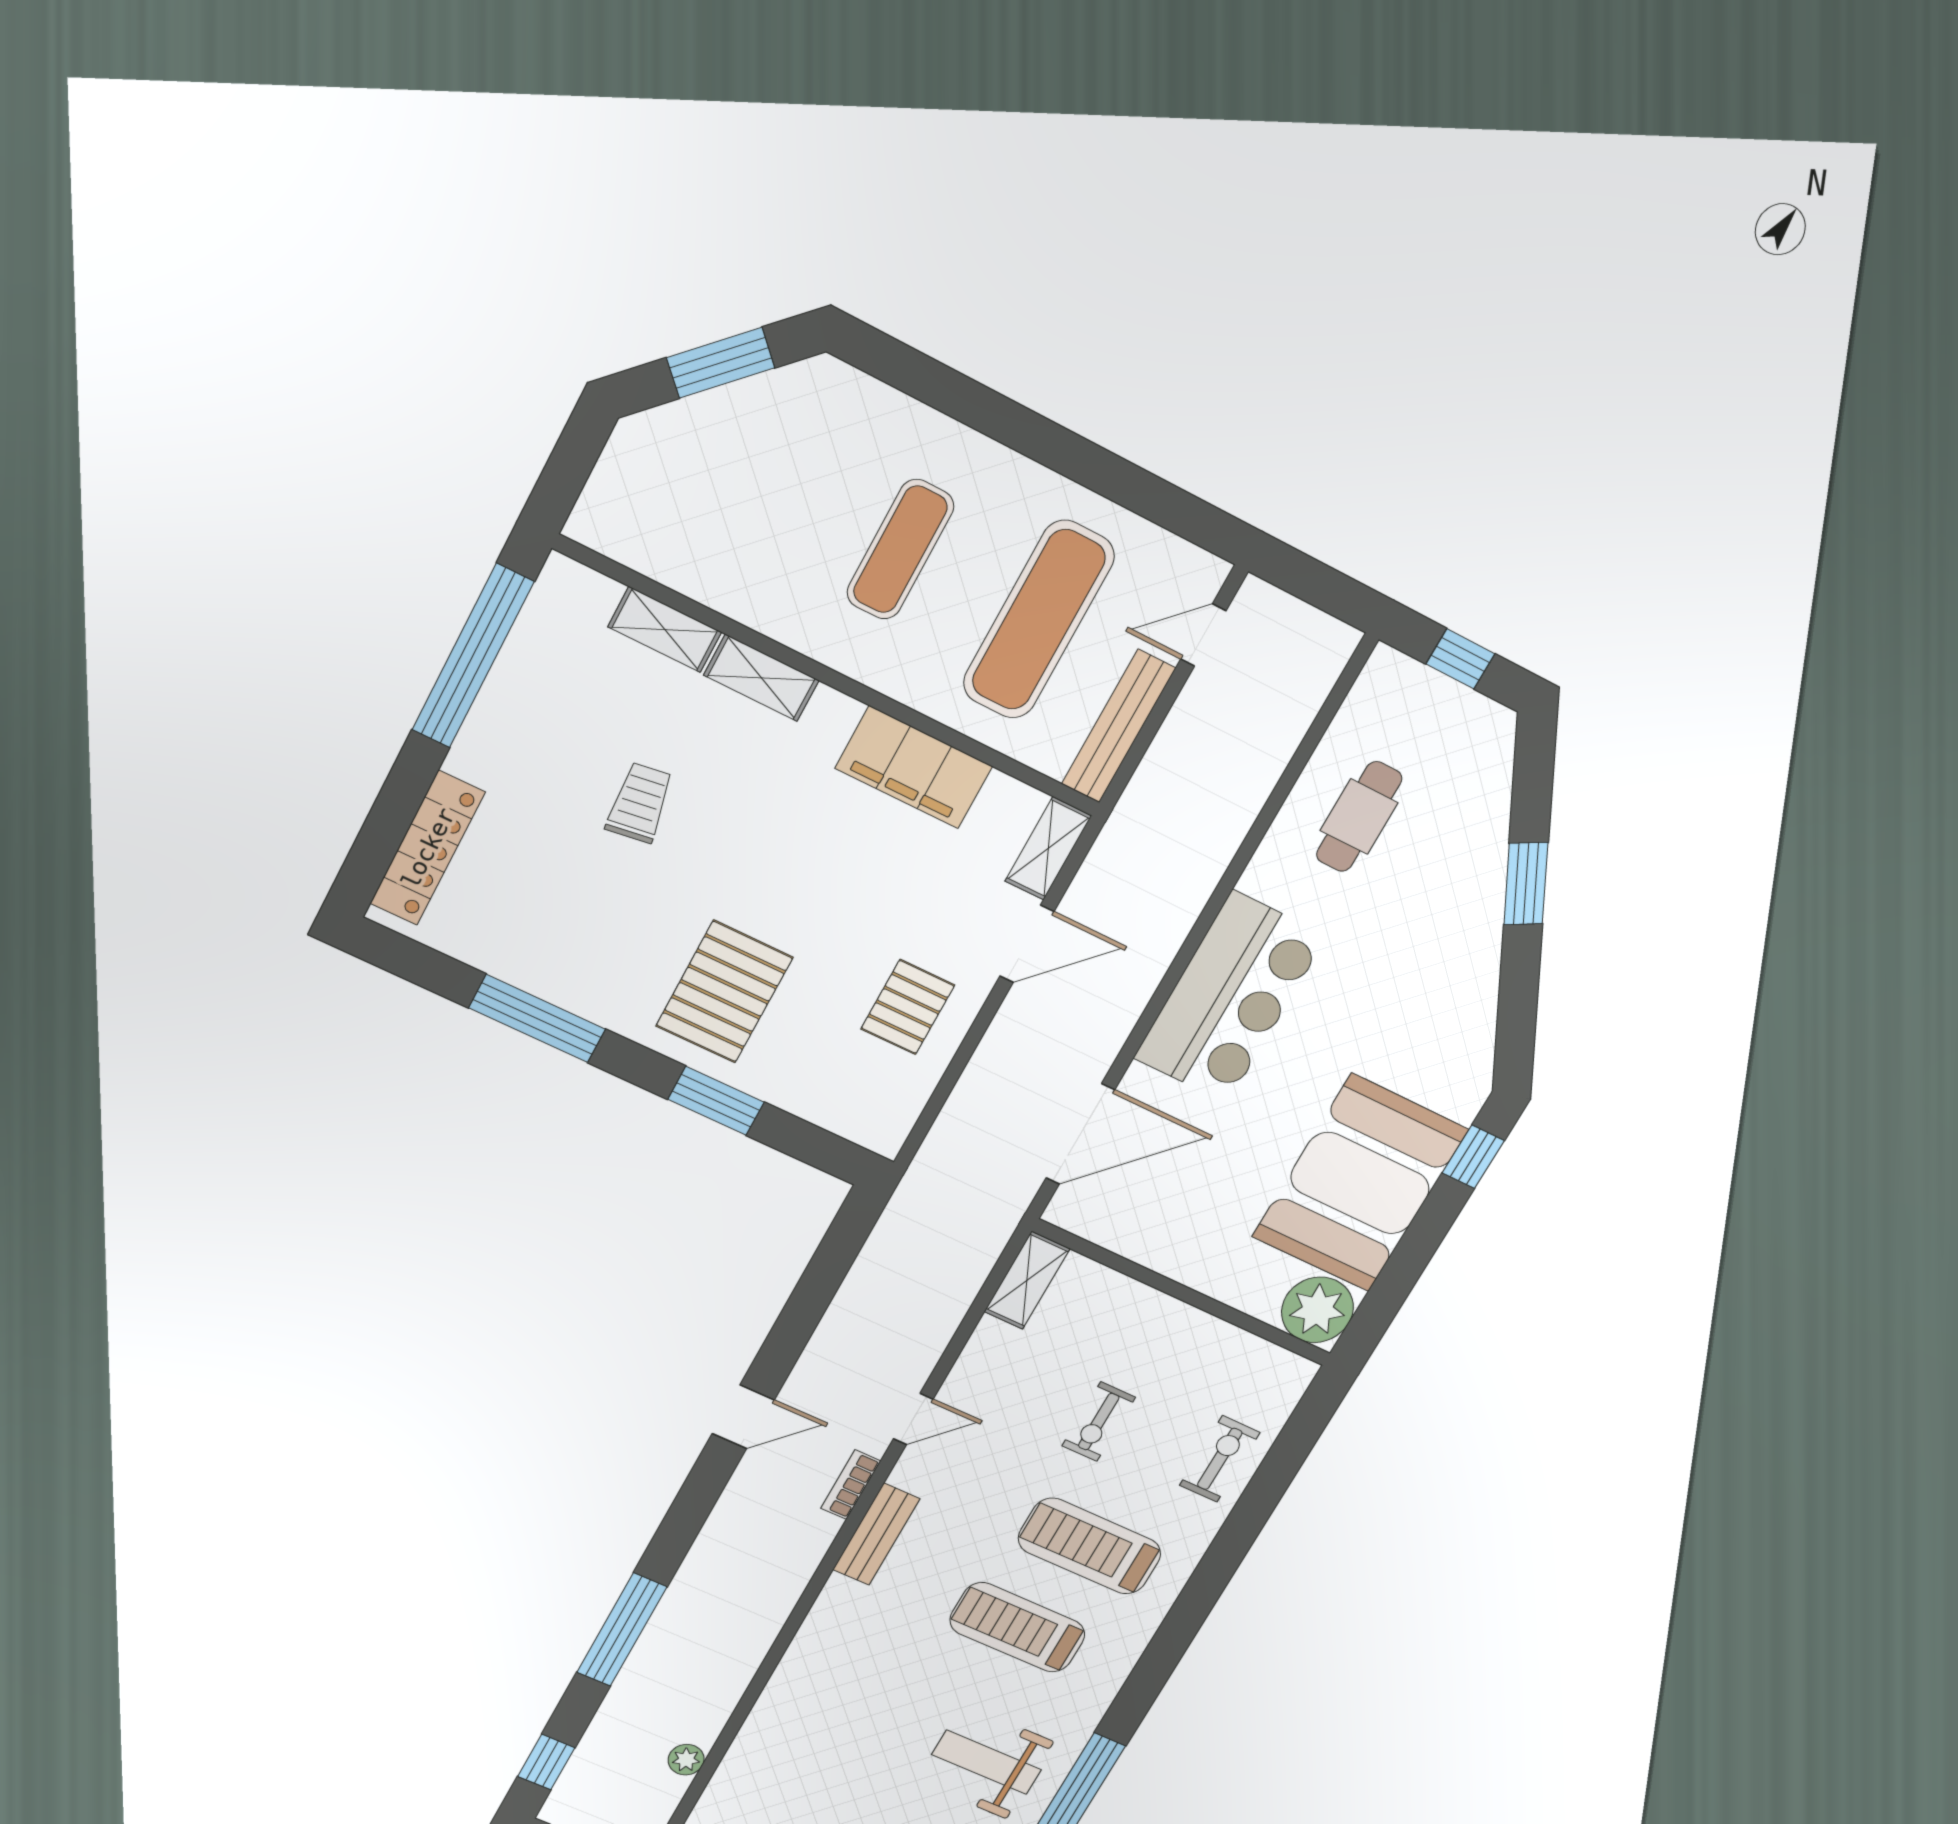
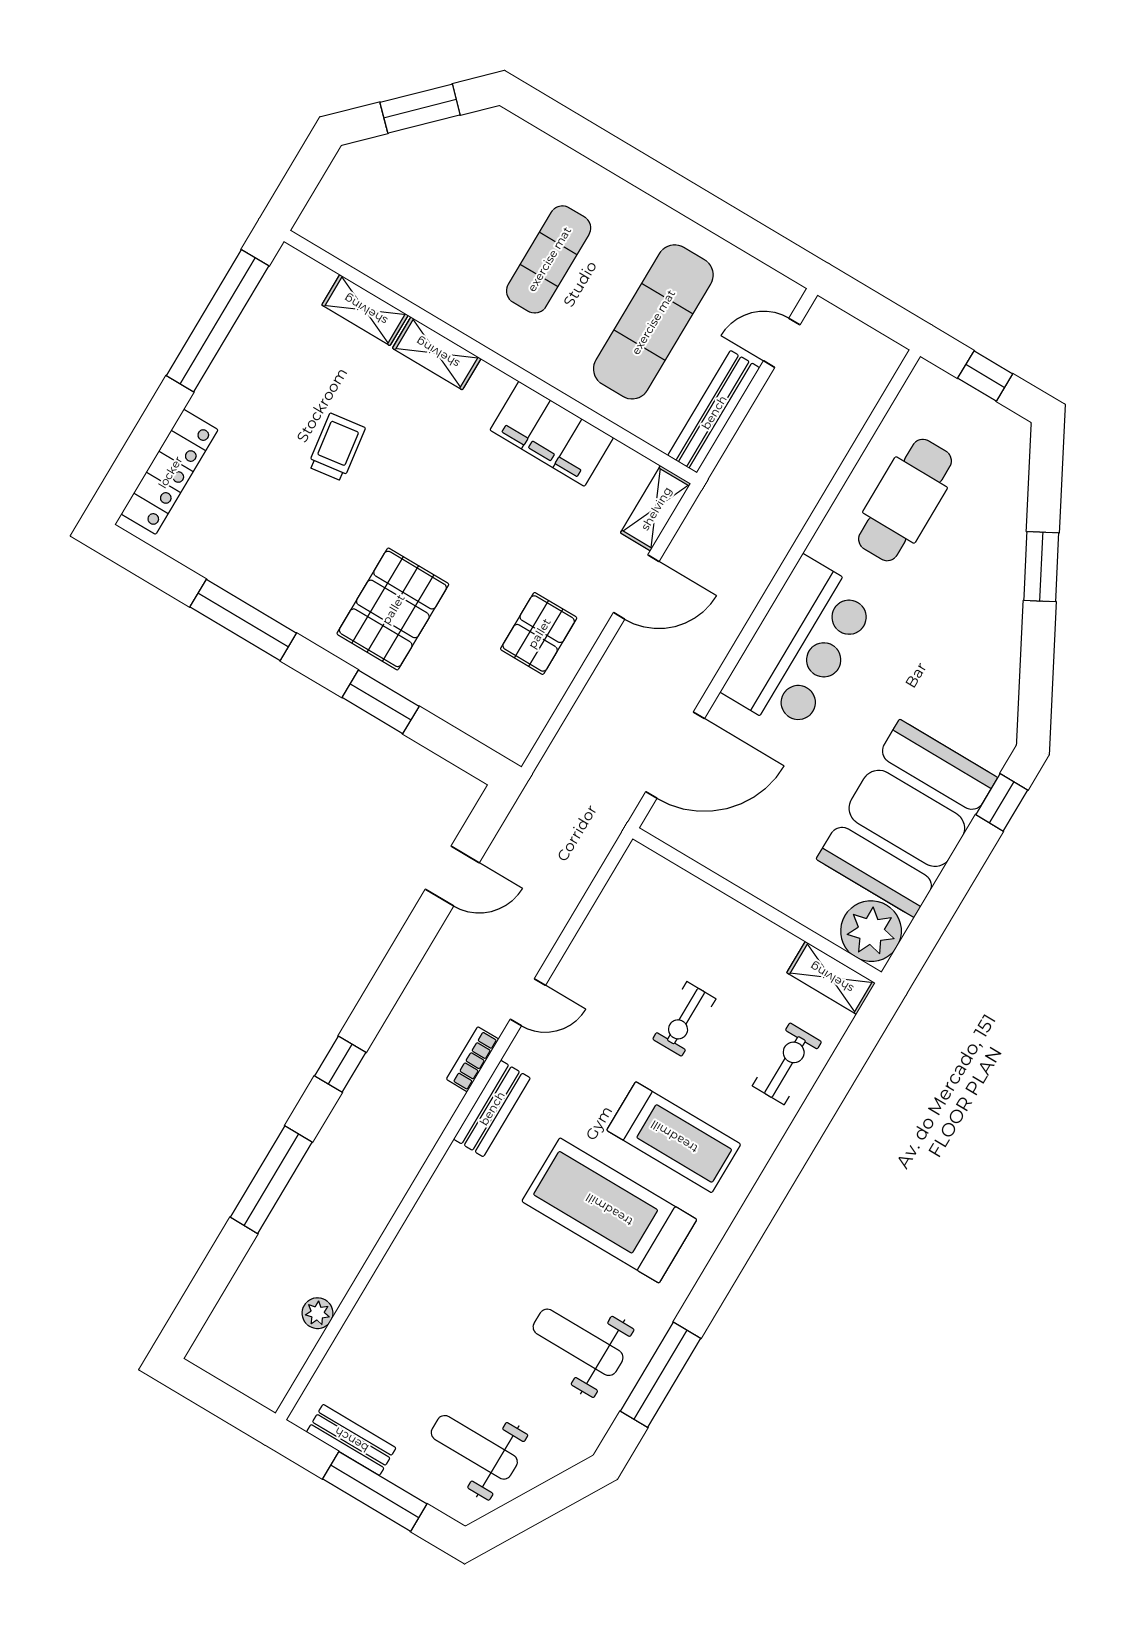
cafe table: (1359, 817) -> (905, 500), width x1.37, depth x1.35
shelving: (1027, 1280) -> (831, 978), moved, turned 90
door: (743, 1417) -> (452, 876), moved
treadmill: (1090, 1546) -> (674, 1137), turned 180
treadmill: (1017, 1627) -> (609, 1210), width x1.37, depth x1.38
window: (546, 1762) -> (340, 1064), moved

